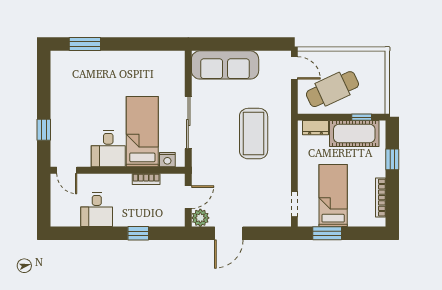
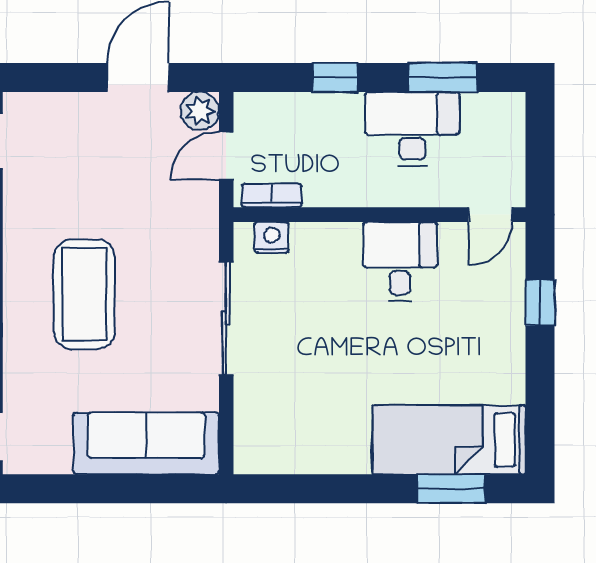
bed: (142, 132) -> (449, 440), moved, turned 90
door: (67, 170) -> (490, 215), swing flipped
bookcase: (146, 179) -> (272, 195), moved
desk: (97, 210) -> (412, 129), width x1.37
window: (89, 233) -> (442, 77), added

